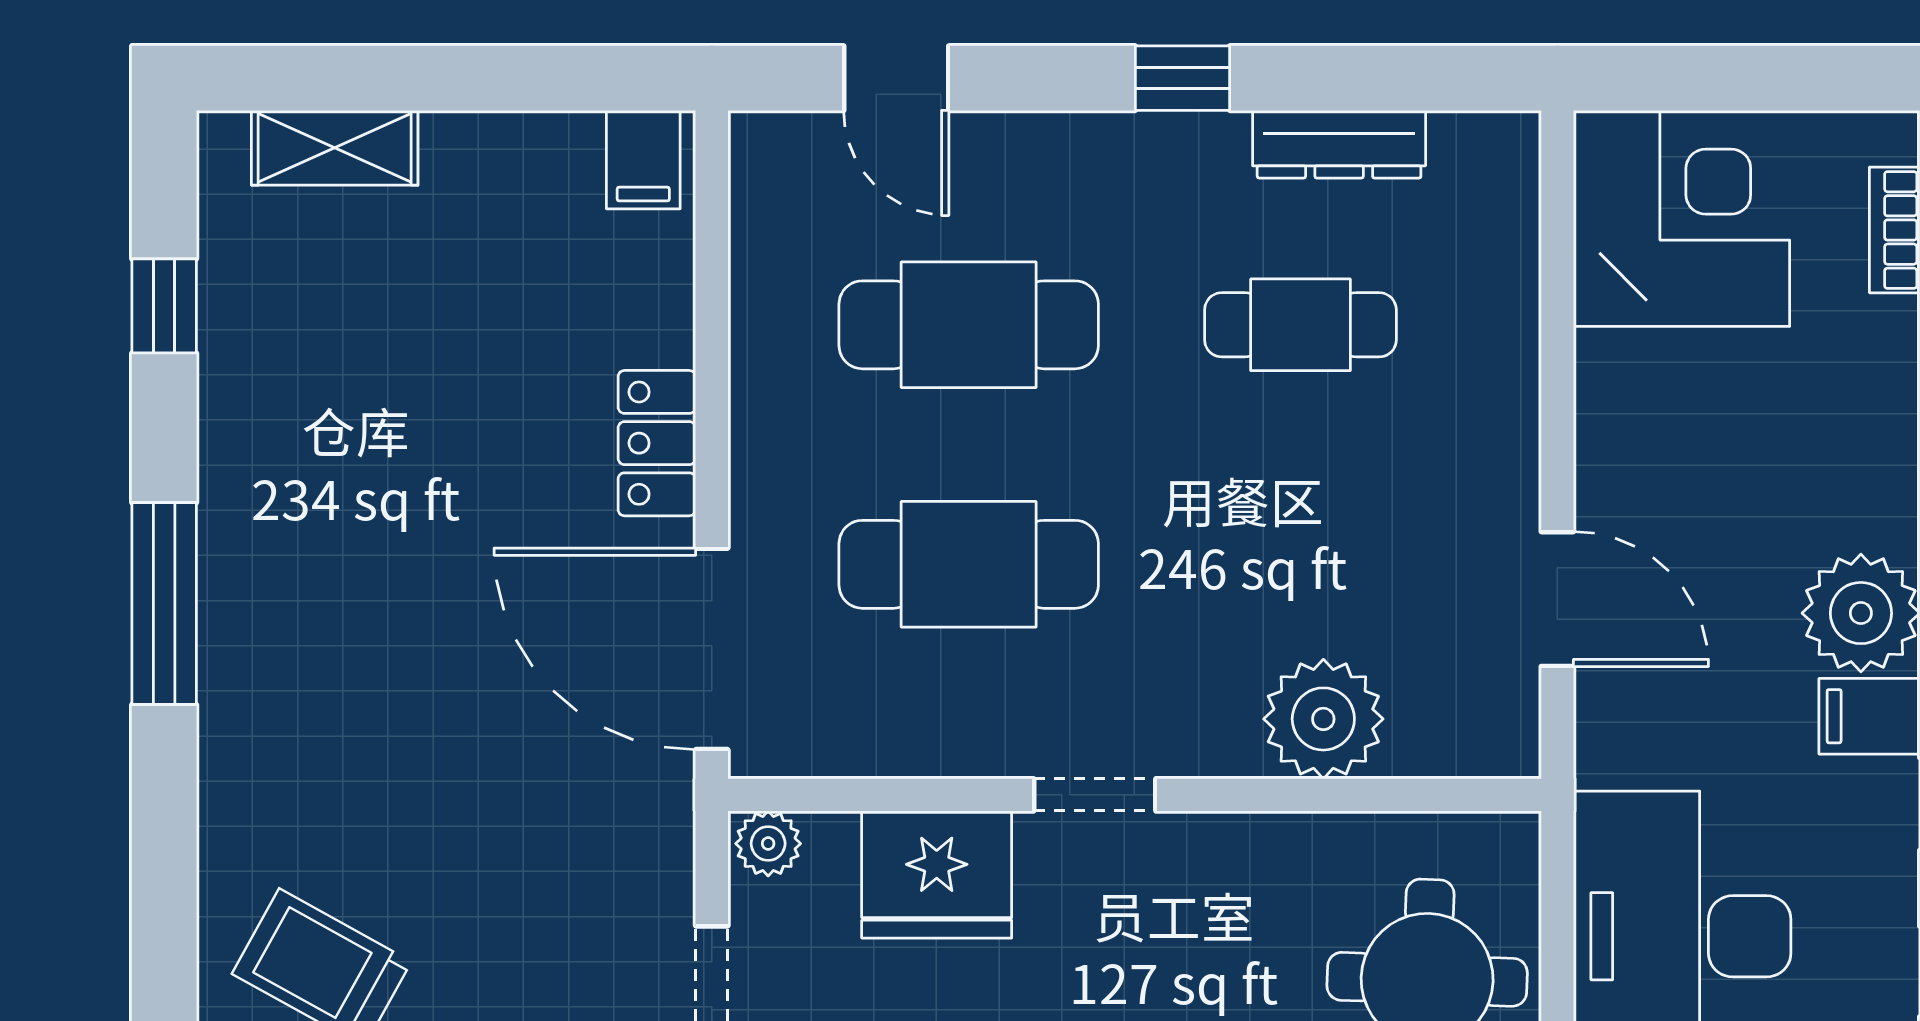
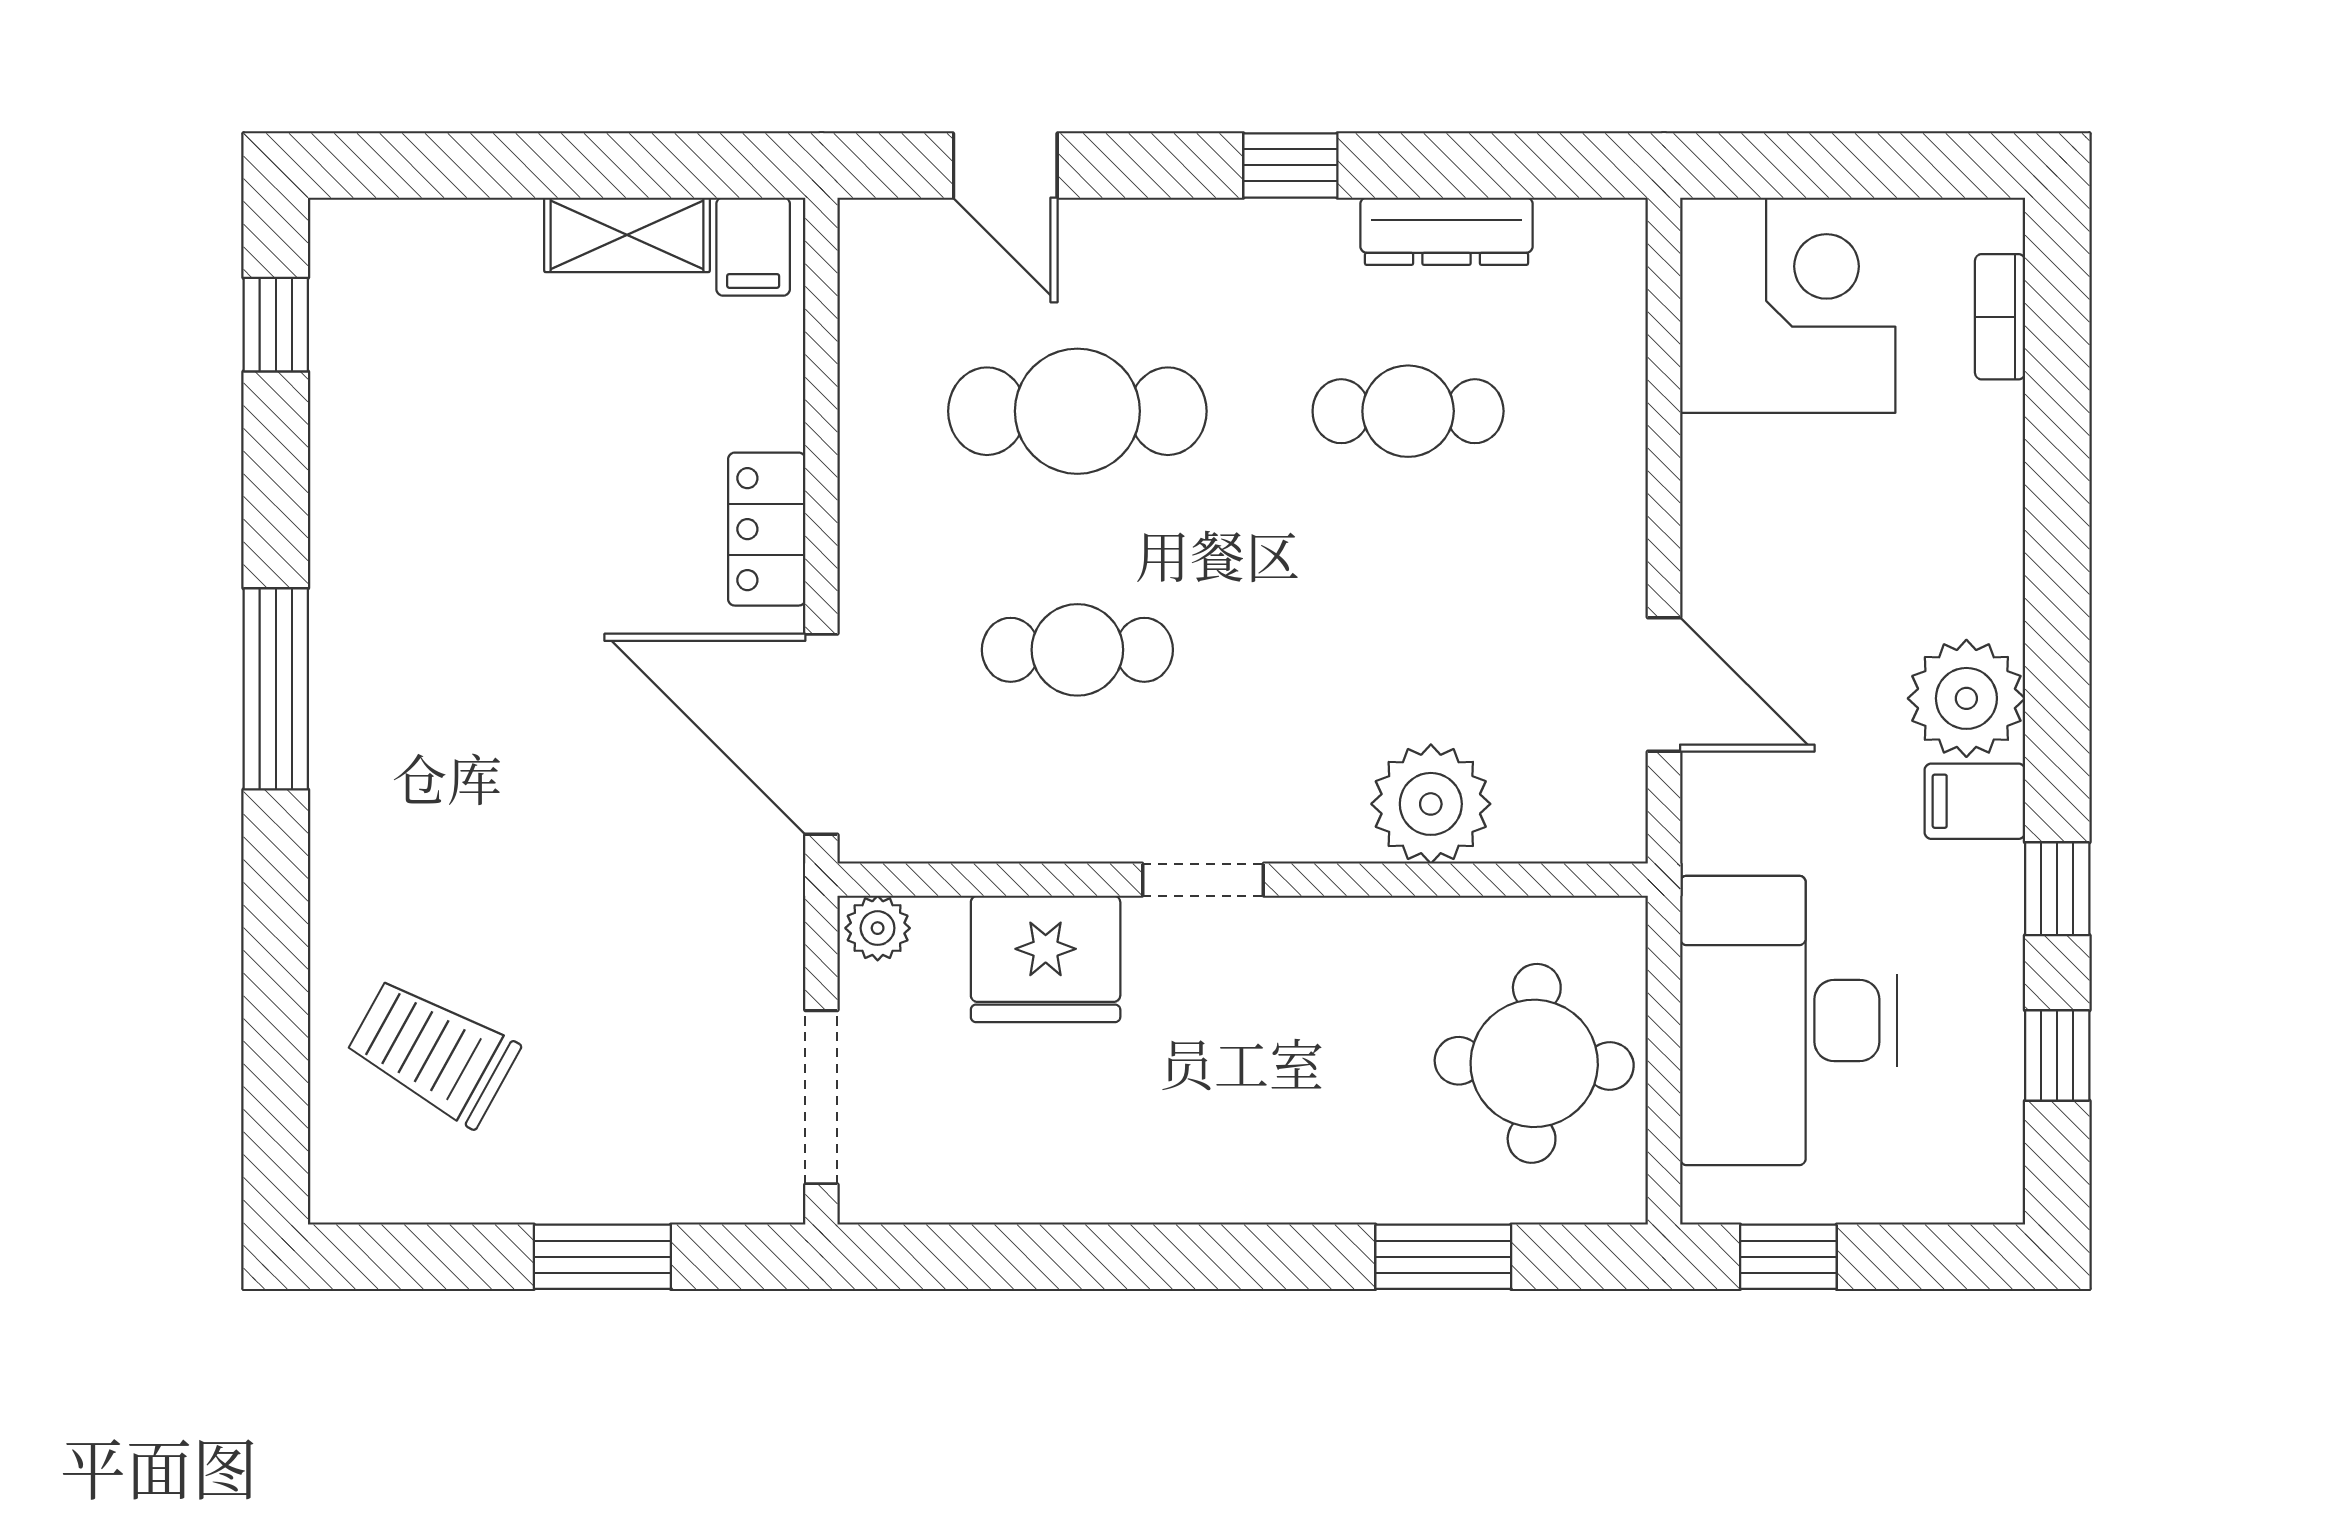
shelving: (335, 148) -> (627, 235), moved
window: (164, 306) -> (276, 325), moved
cafe table: (969, 564) -> (1077, 650), width x0.73, depth x0.74

